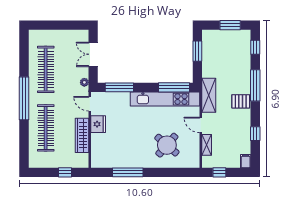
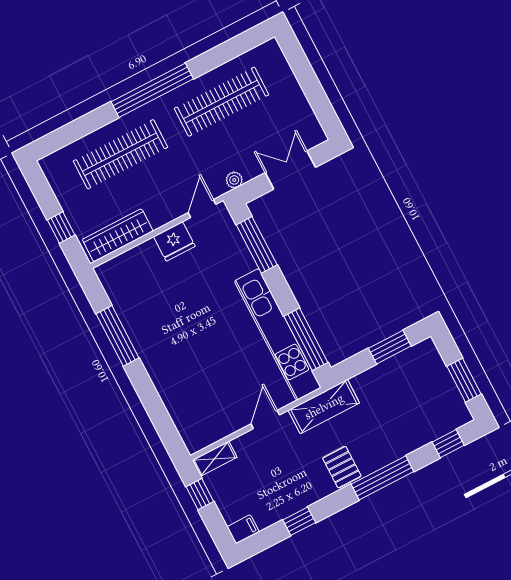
wardrobe: (82, 135) -> (118, 235), moved
round table: (167, 145) -> (200, 379), removed
shelving: (207, 145) -> (215, 459), moved

